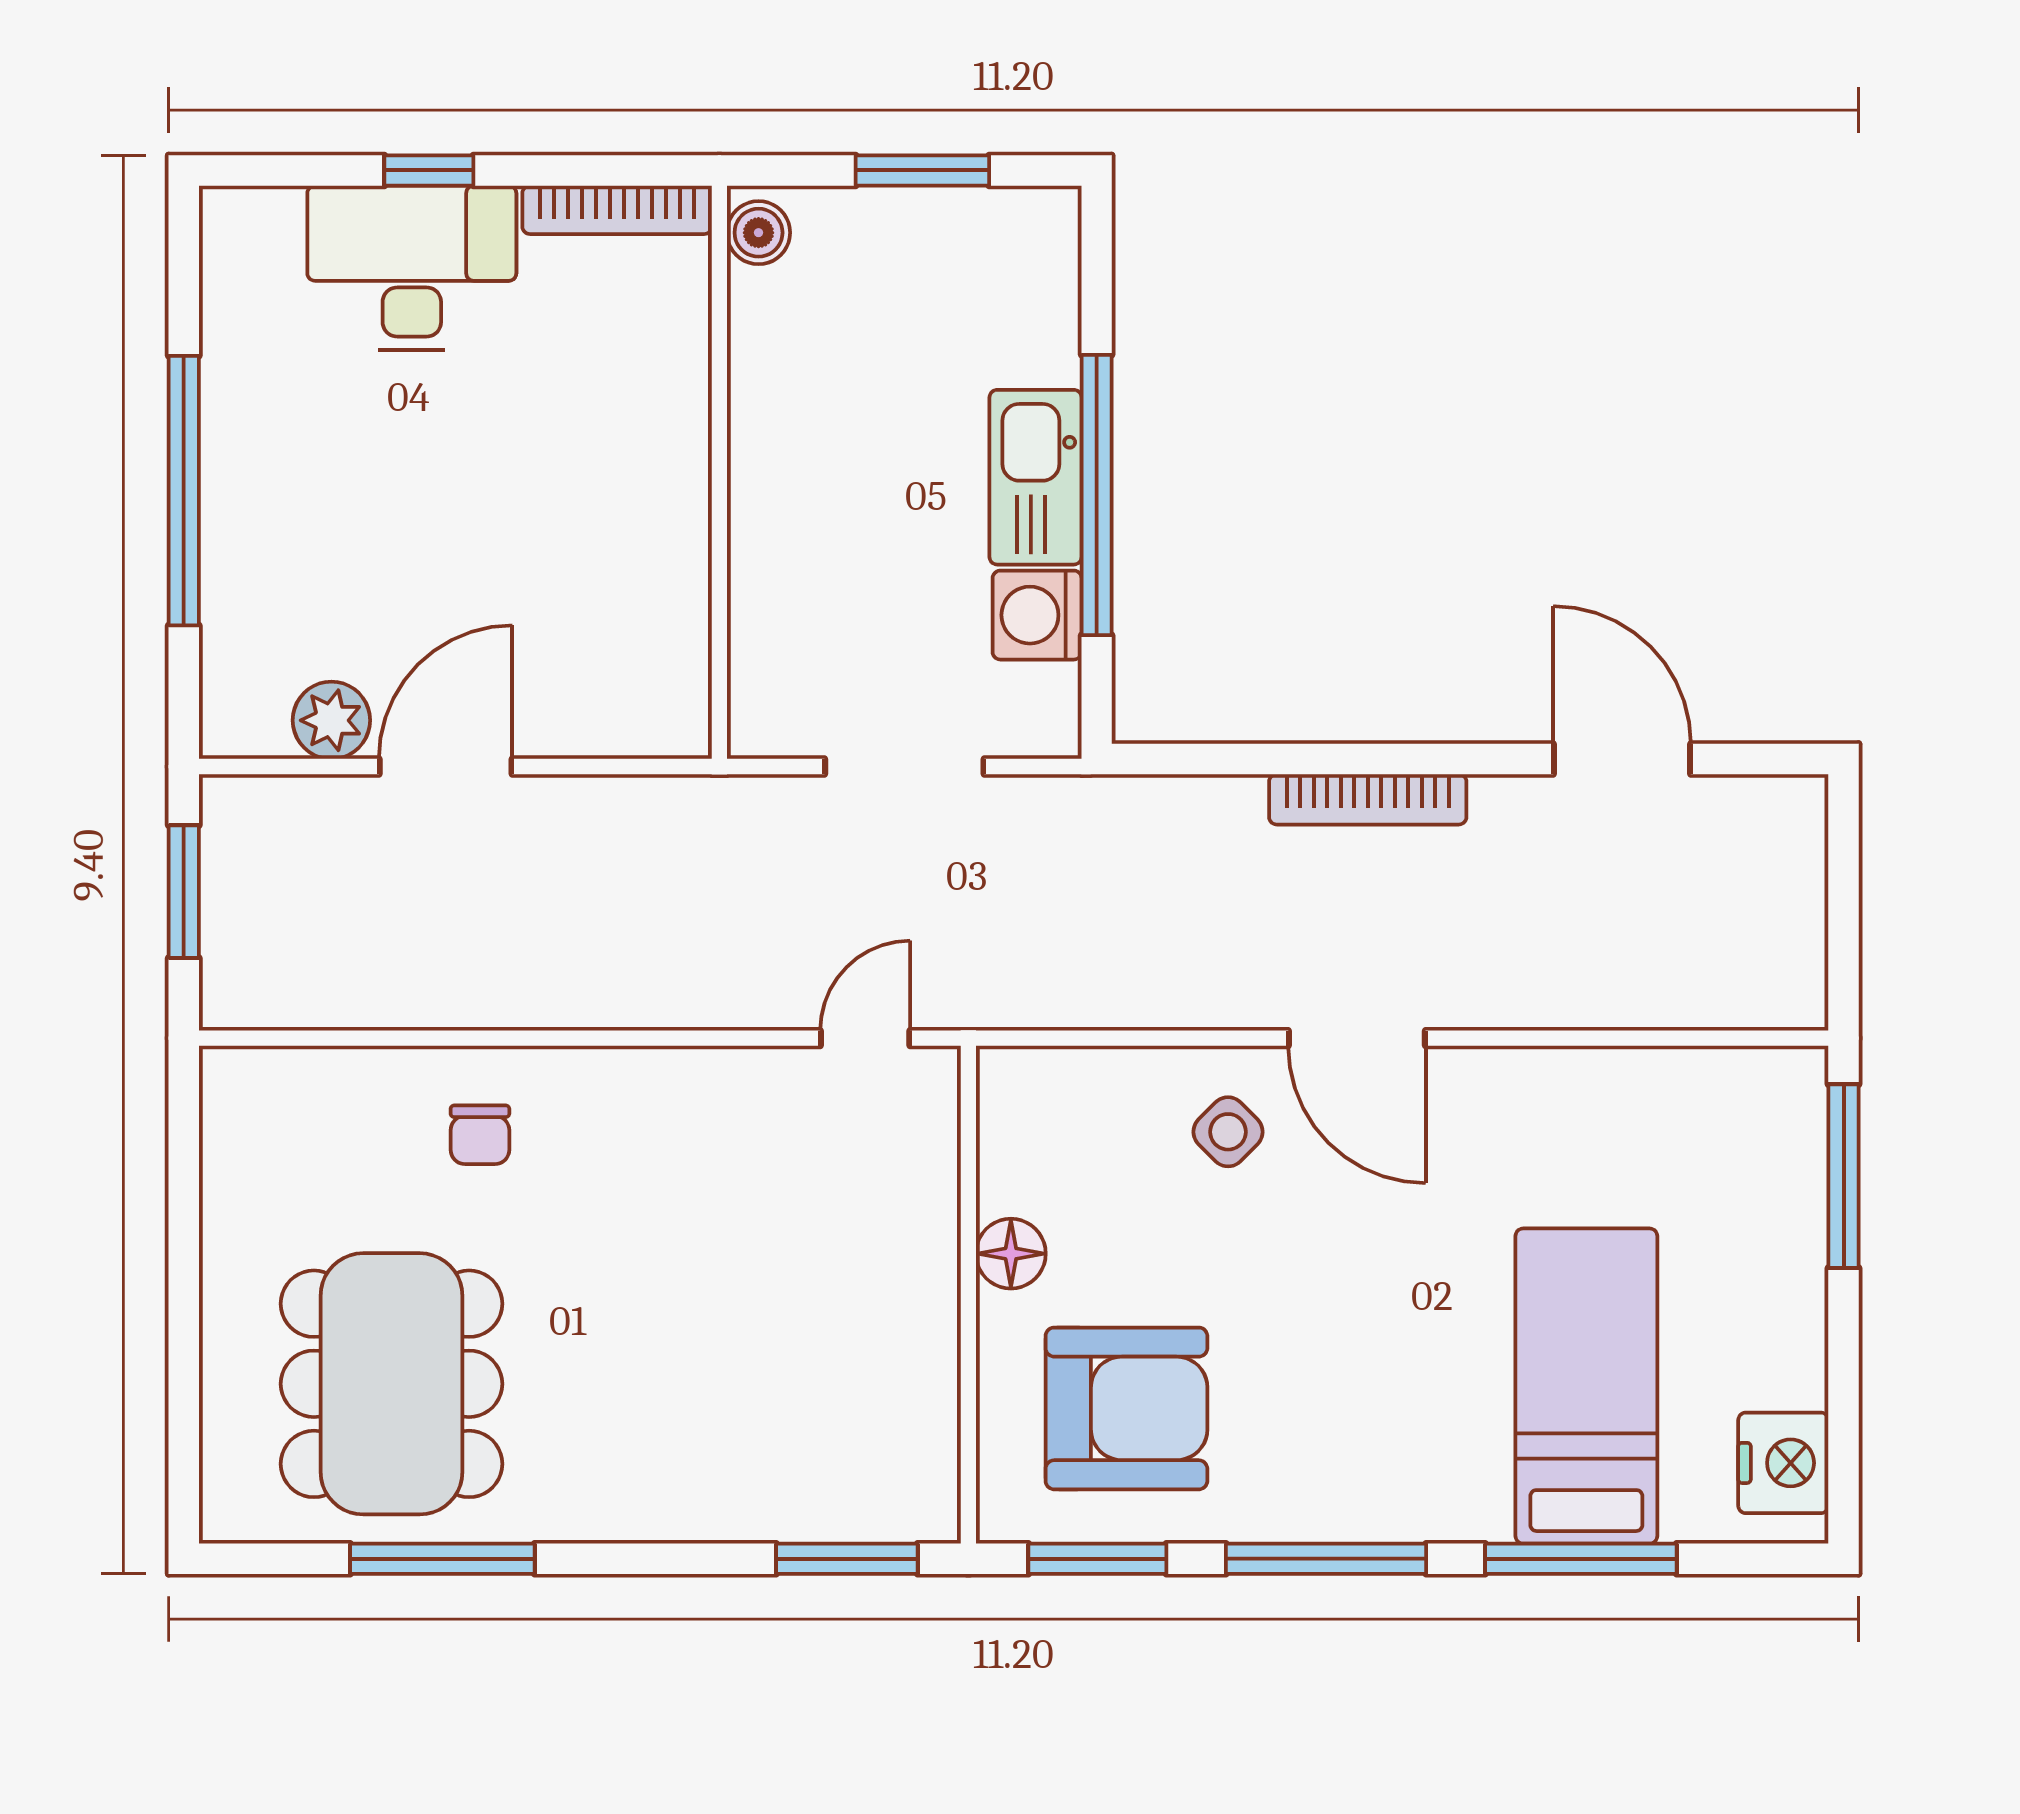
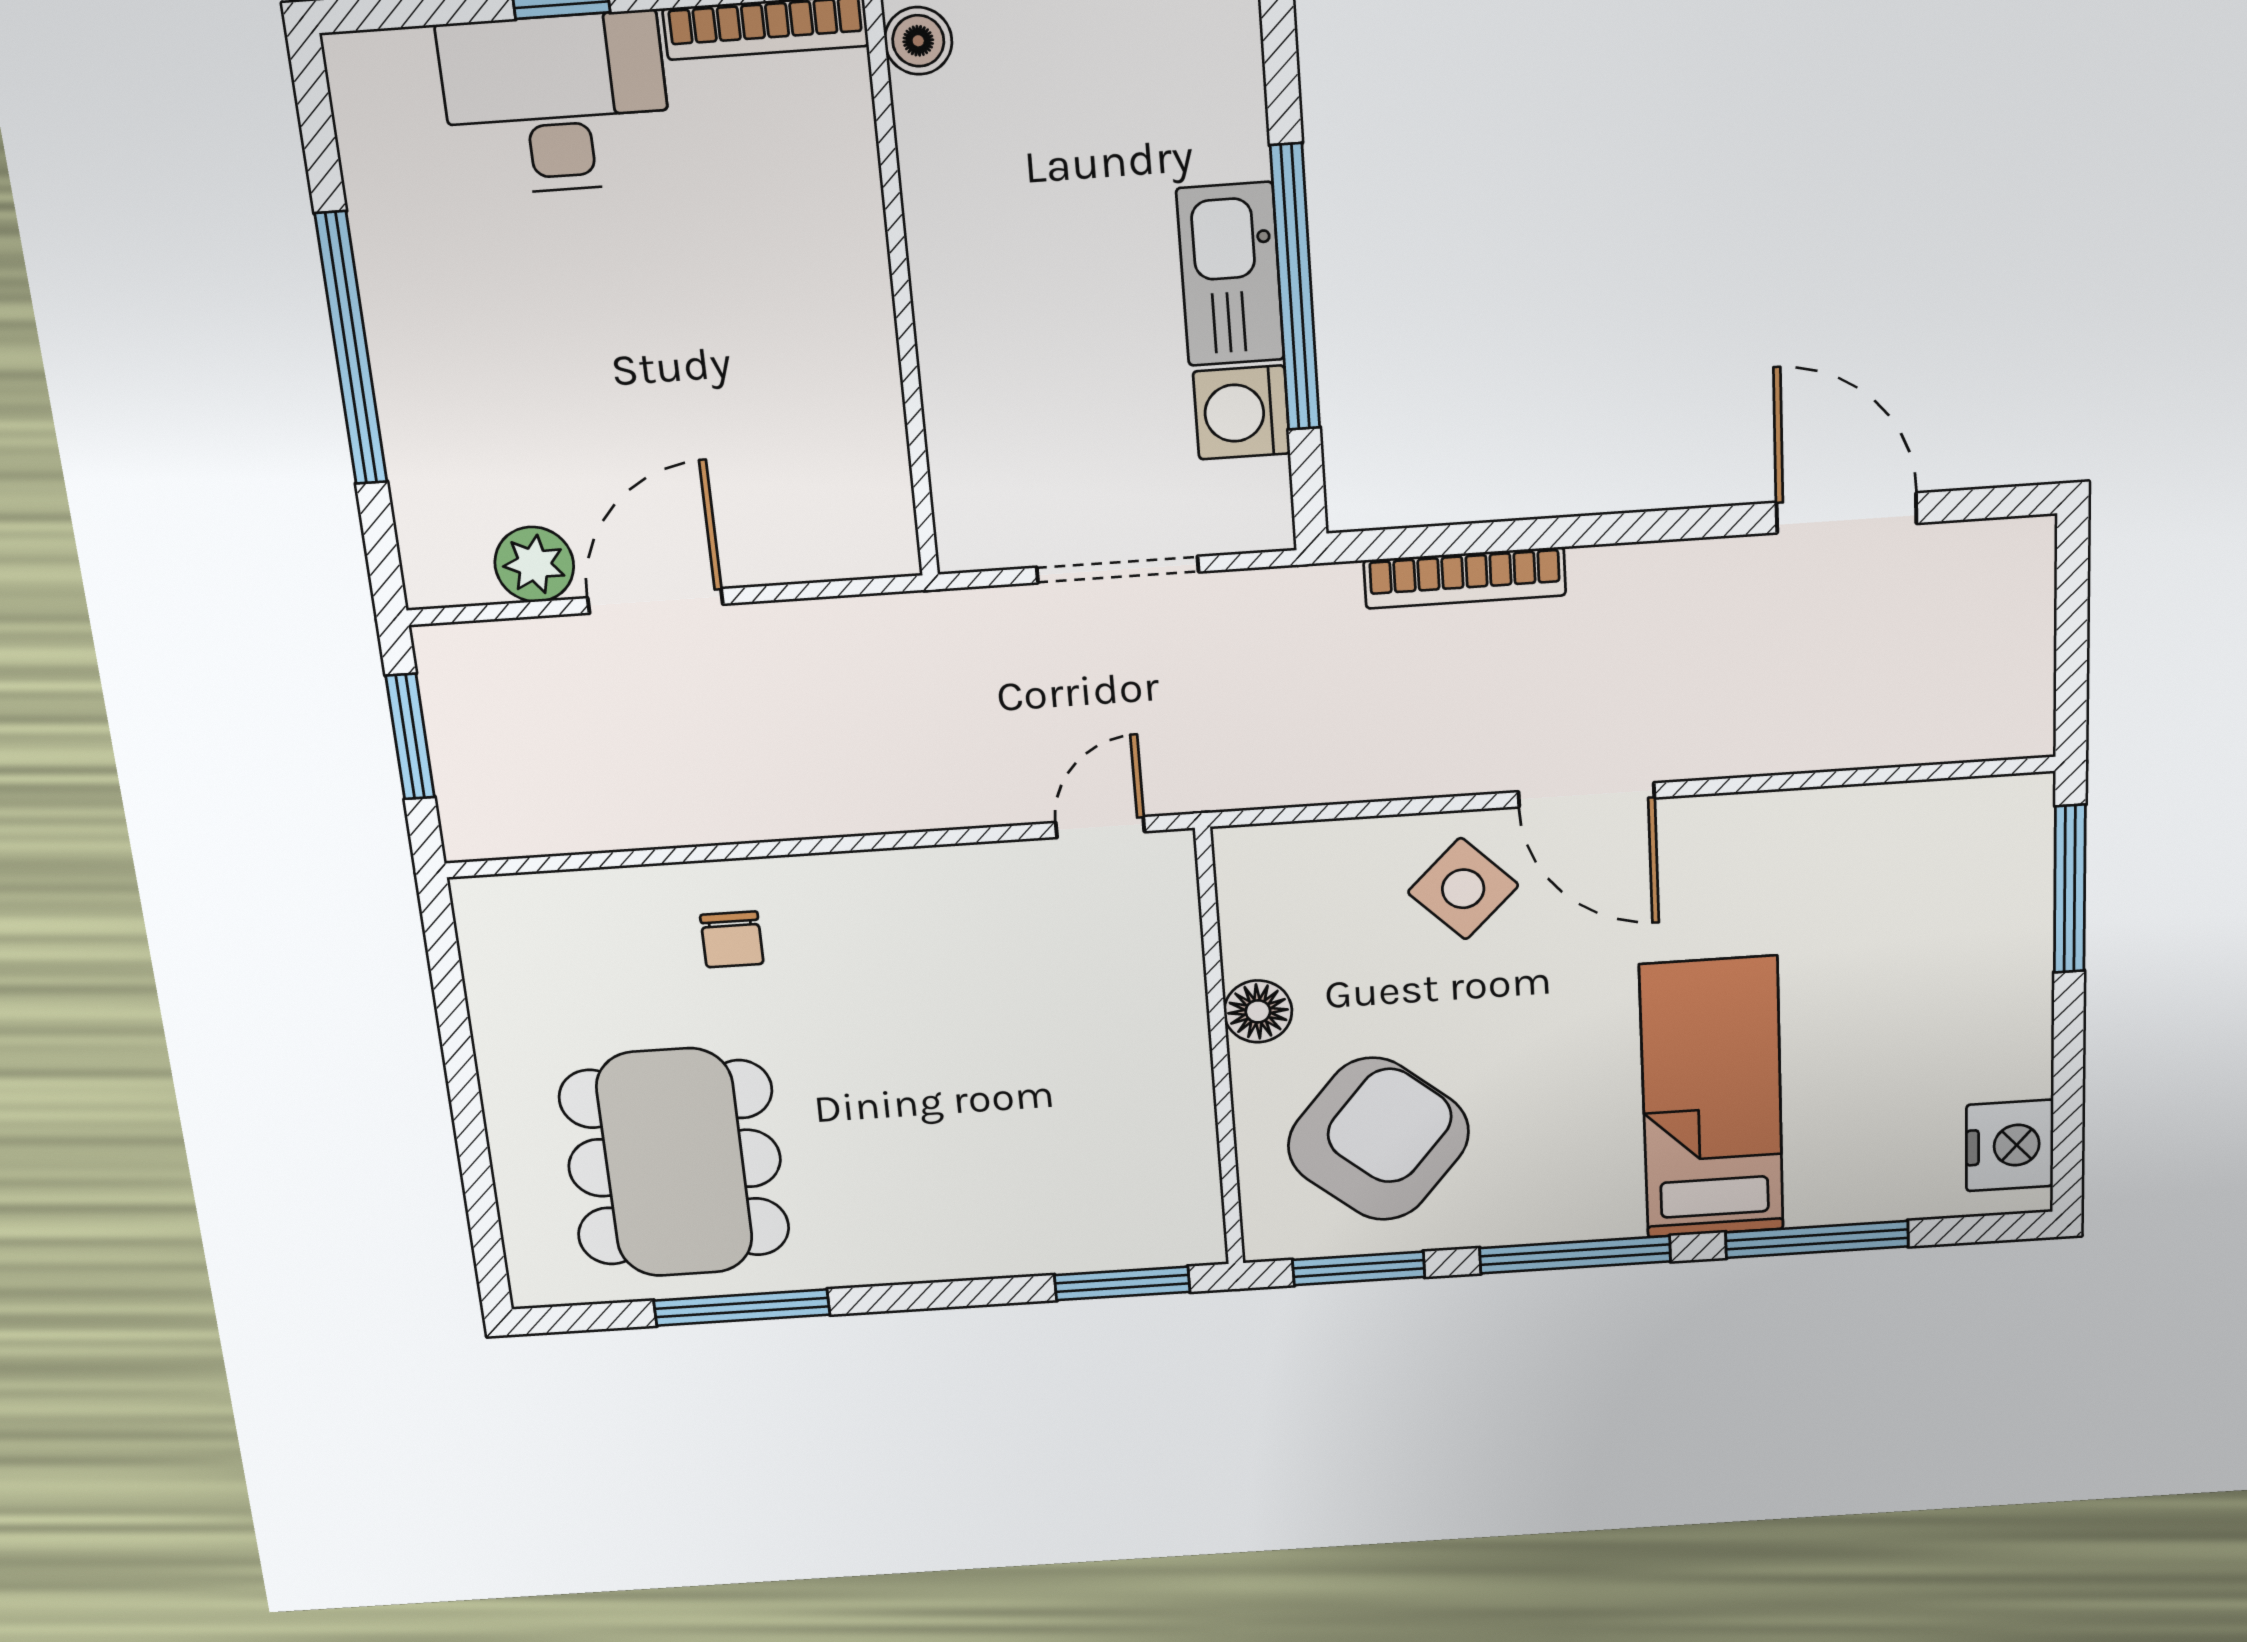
bookcase: (1368, 799) -> (1465, 578), moved
side table: (1228, 1132) -> (1463, 889), width x1.37, depth x1.37
bed: (1586, 1386) -> (1712, 1098), moved
armchair: (1126, 1408) -> (1378, 1139), turned -50

